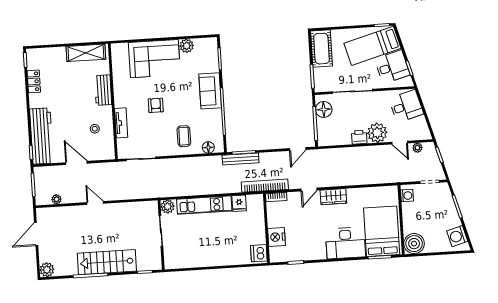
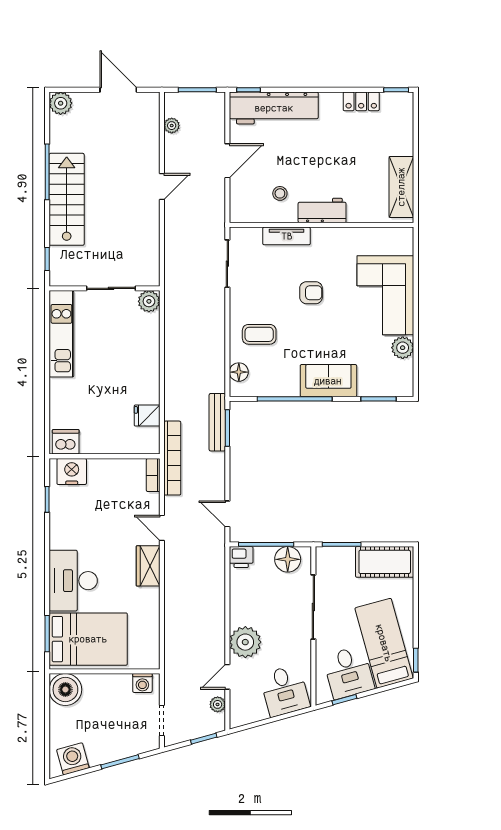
workbench: (103, 90) -> (322, 211), moved
printer: (359, 137) -> (241, 557), moved, turned 90
kitchen unit: (204, 205) -> (61, 334), moved, turned 180
nightstand: (276, 237) -> (72, 471), moved

